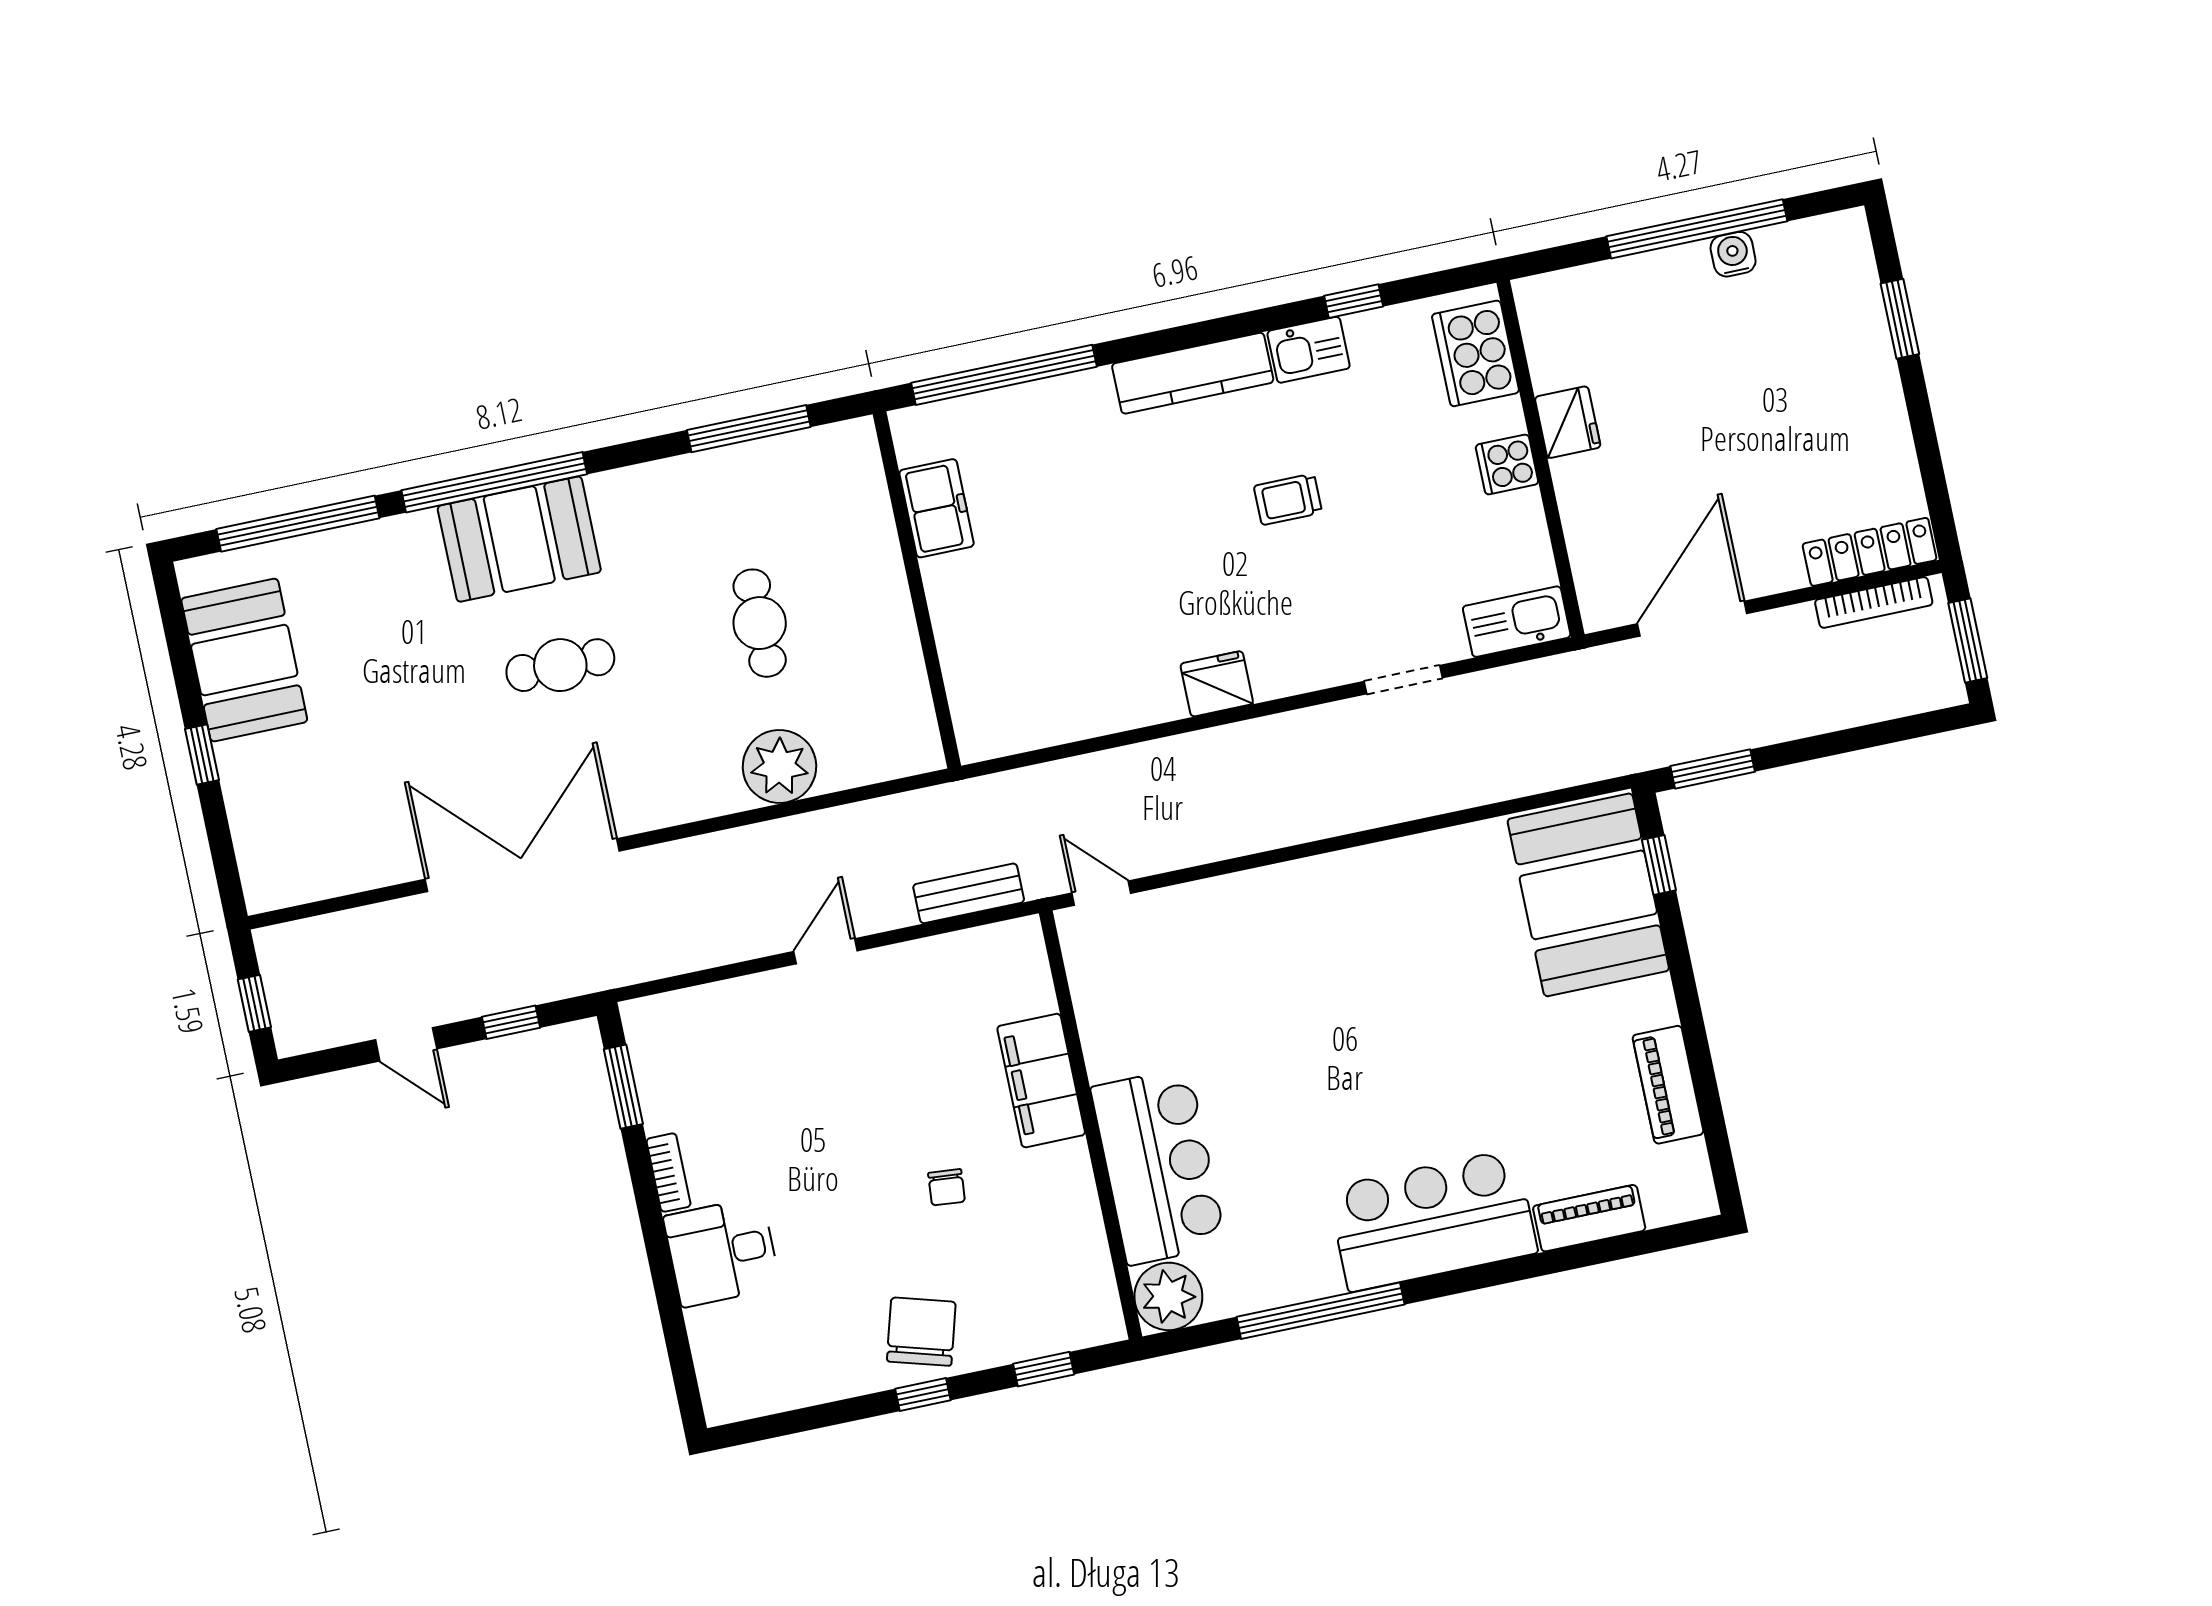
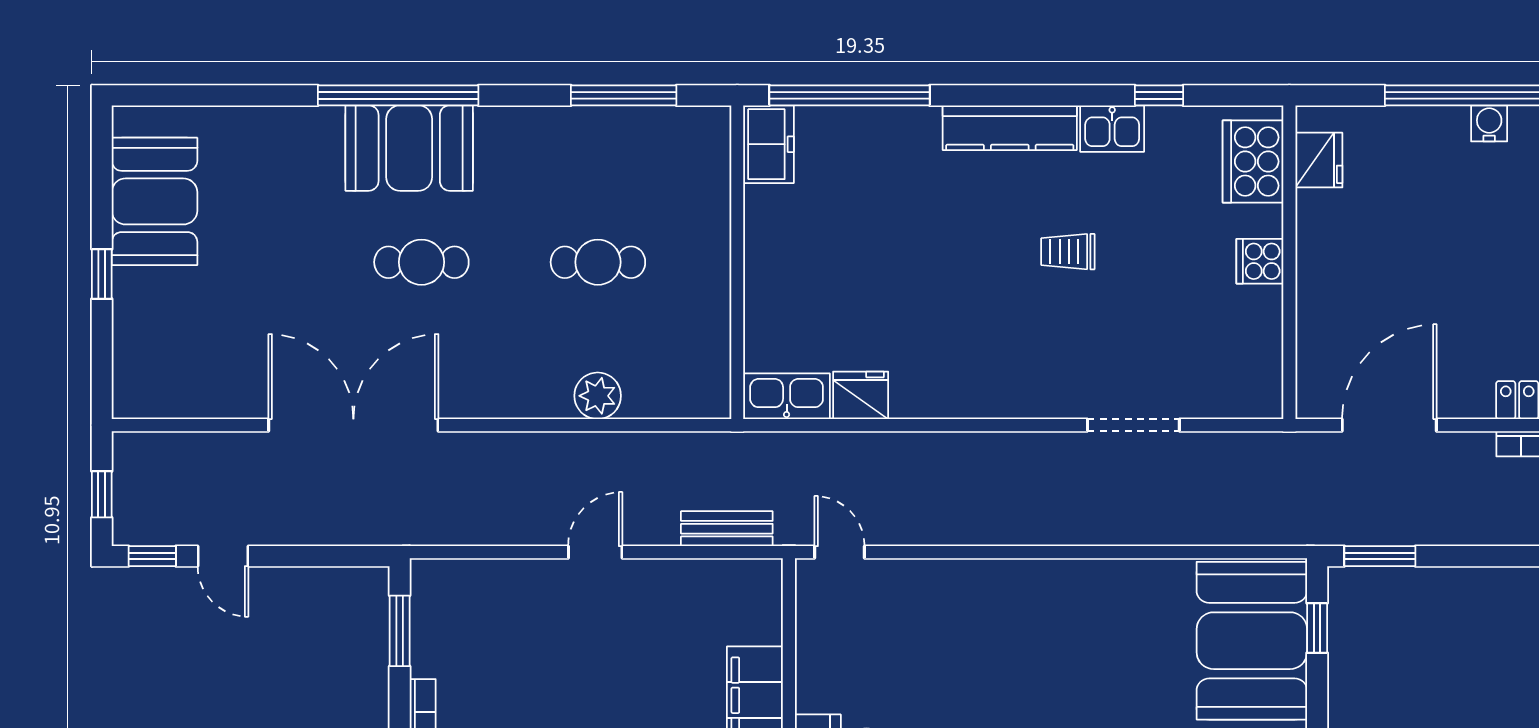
fridge: (1568, 422) -> (1319, 160), moved
freezer: (937, 508) -> (768, 144), moved
window: (298, 524) -> (224, 95), removed
kitchen sink: (1517, 622) -> (787, 396), moved
cafe table: (760, 623) -> (598, 262), turned 90
doorway: (1403, 680) -> (1133, 425), width x1.38
fridge: (1217, 684) -> (861, 395), moved
plant: (779, 766) -> (598, 396), width x0.73, depth x0.73
window: (511, 1022) -> (152, 556), moved

